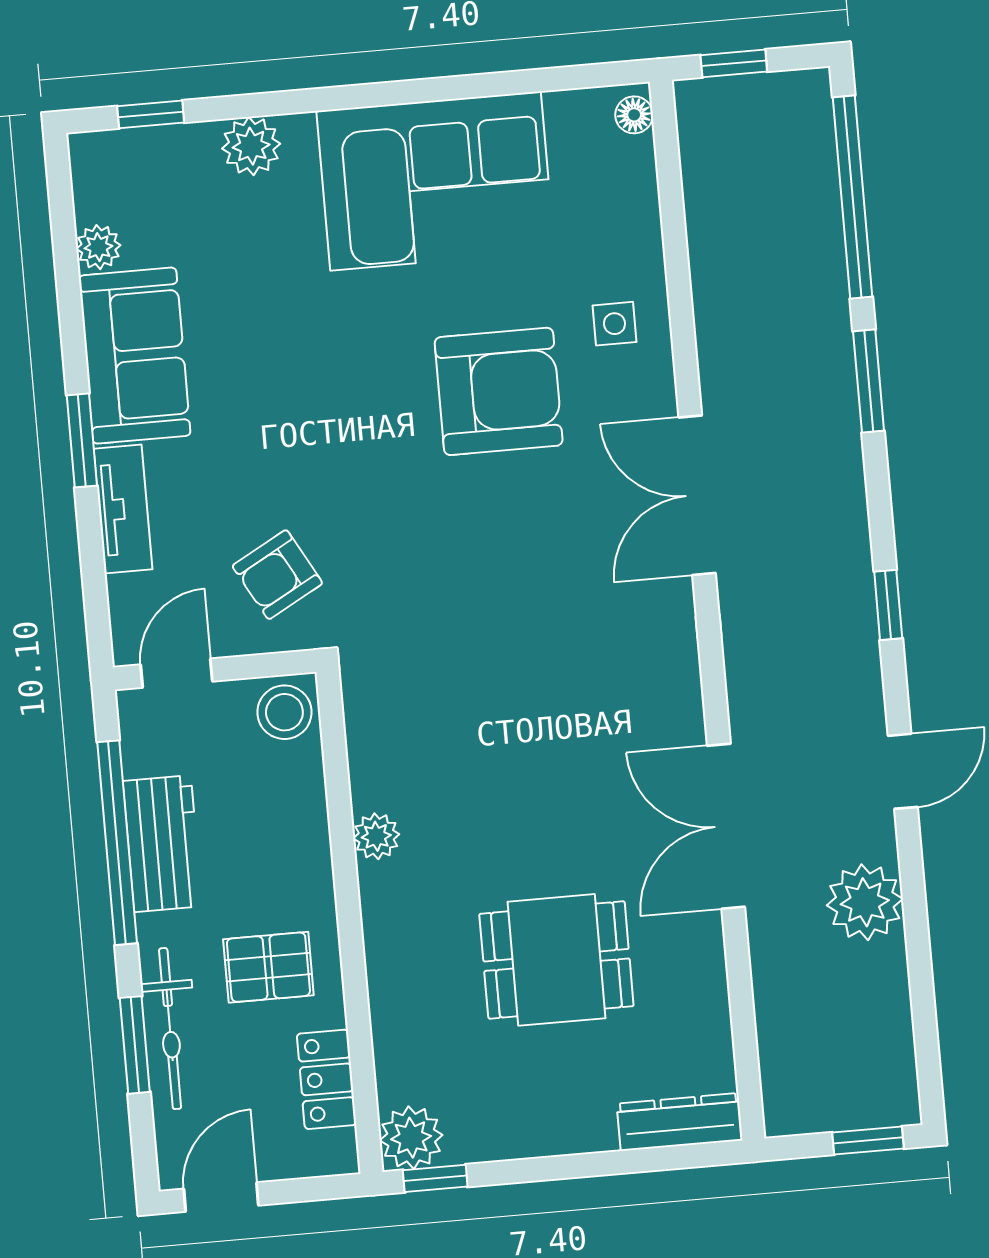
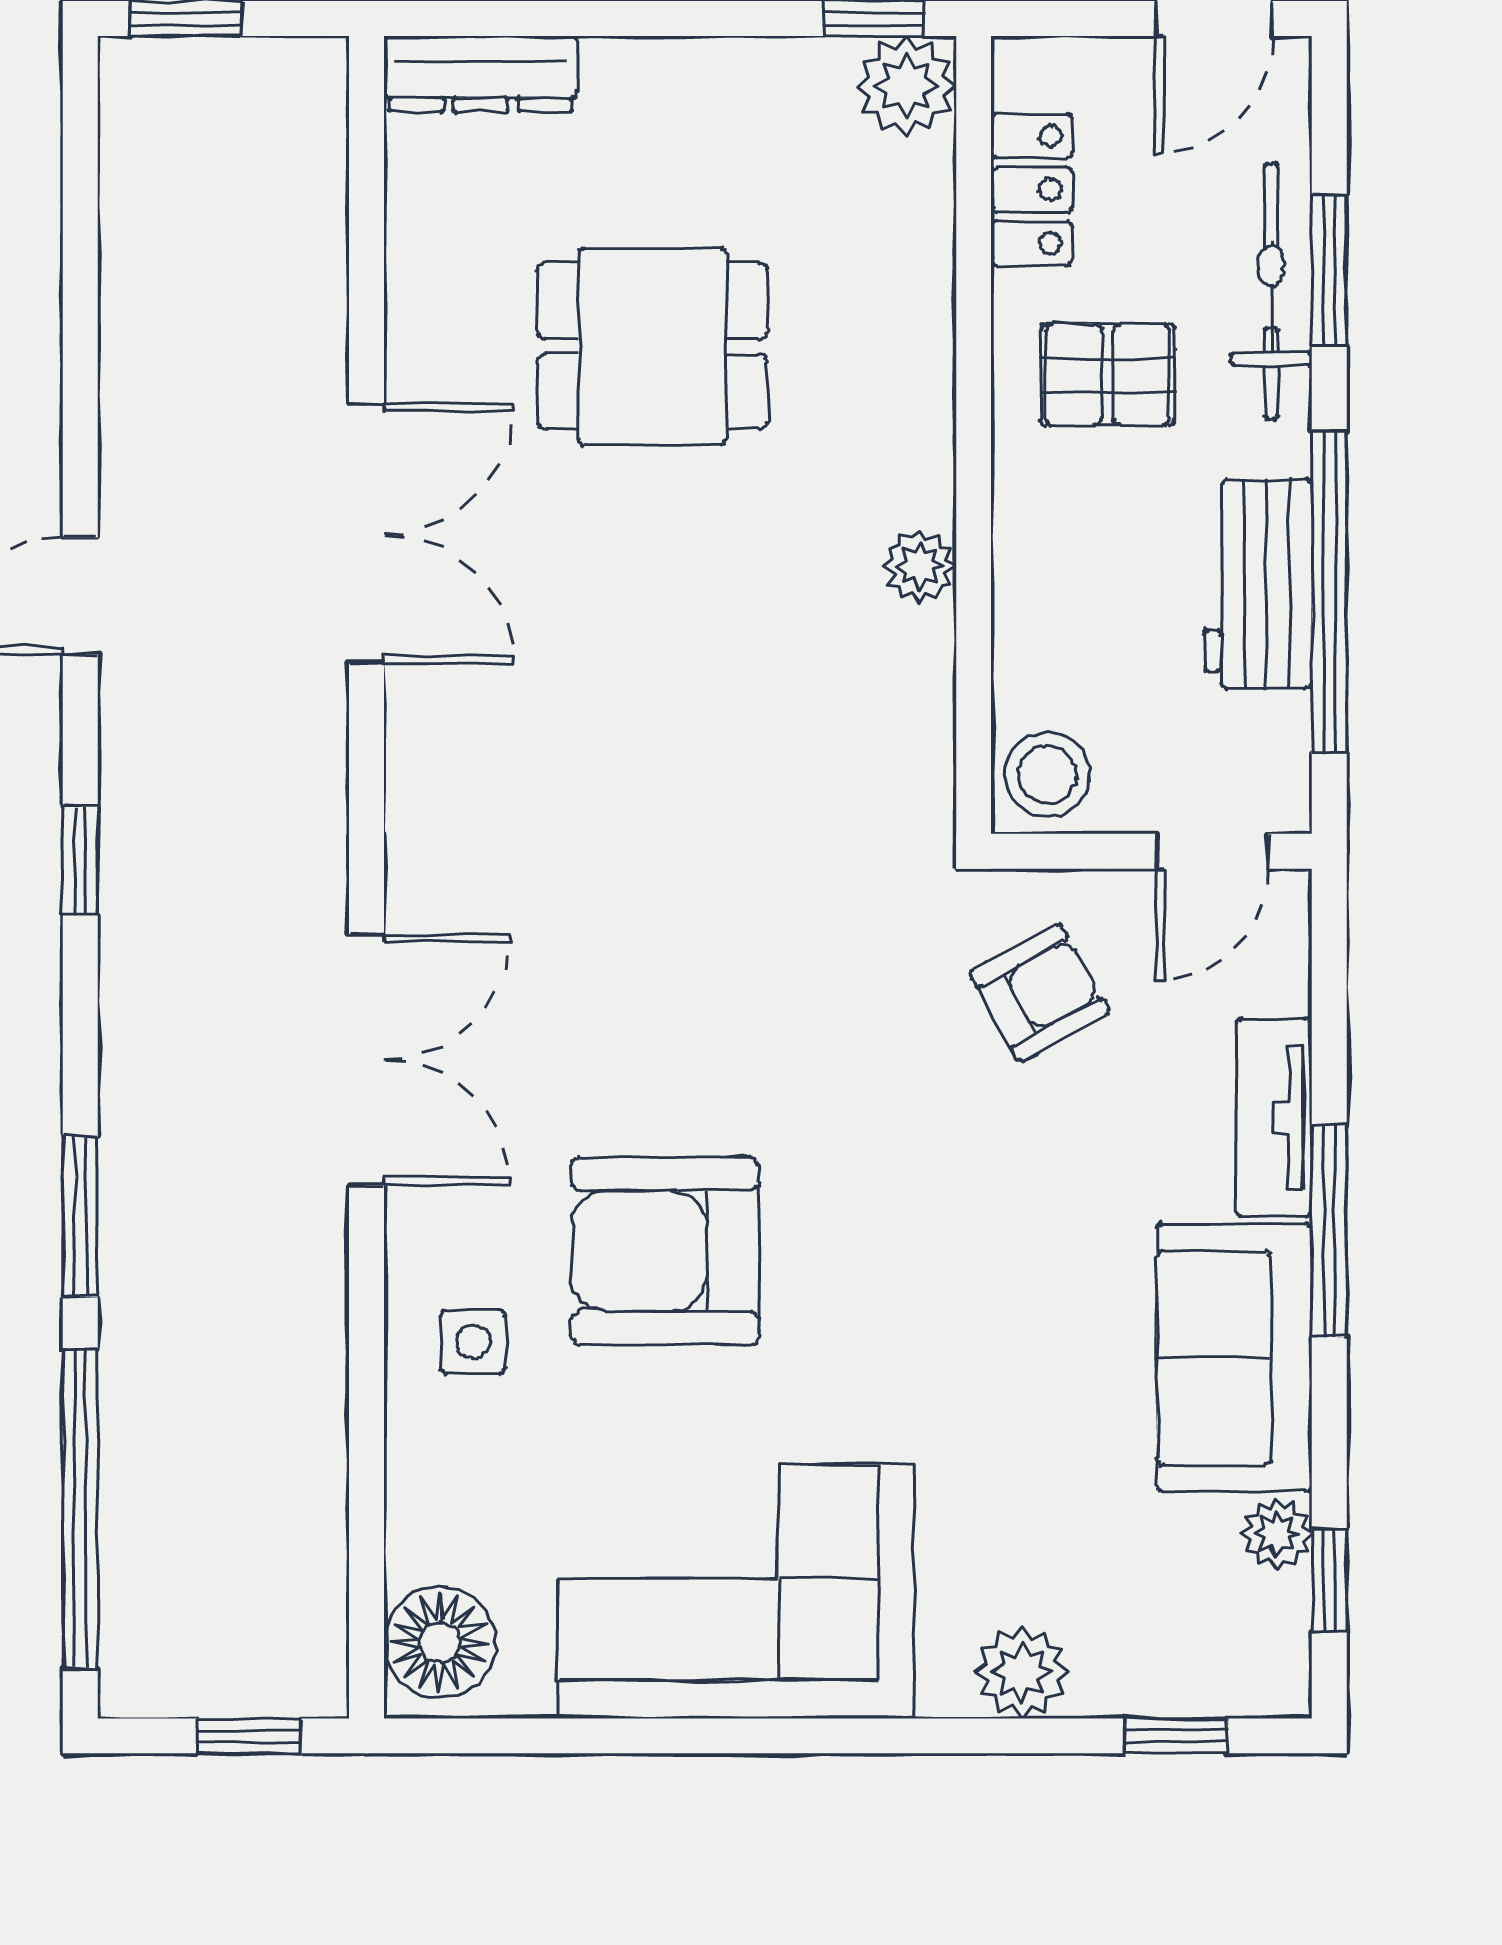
floor lamp: (634, 115) -> (440, 1642), width x1.89, depth x1.89
window: (63, 221) -> (1329, 1580), added
window: (82, 440) -> (1329, 1231), width x1.44
plant: (865, 902) -> (158, 395), removed

